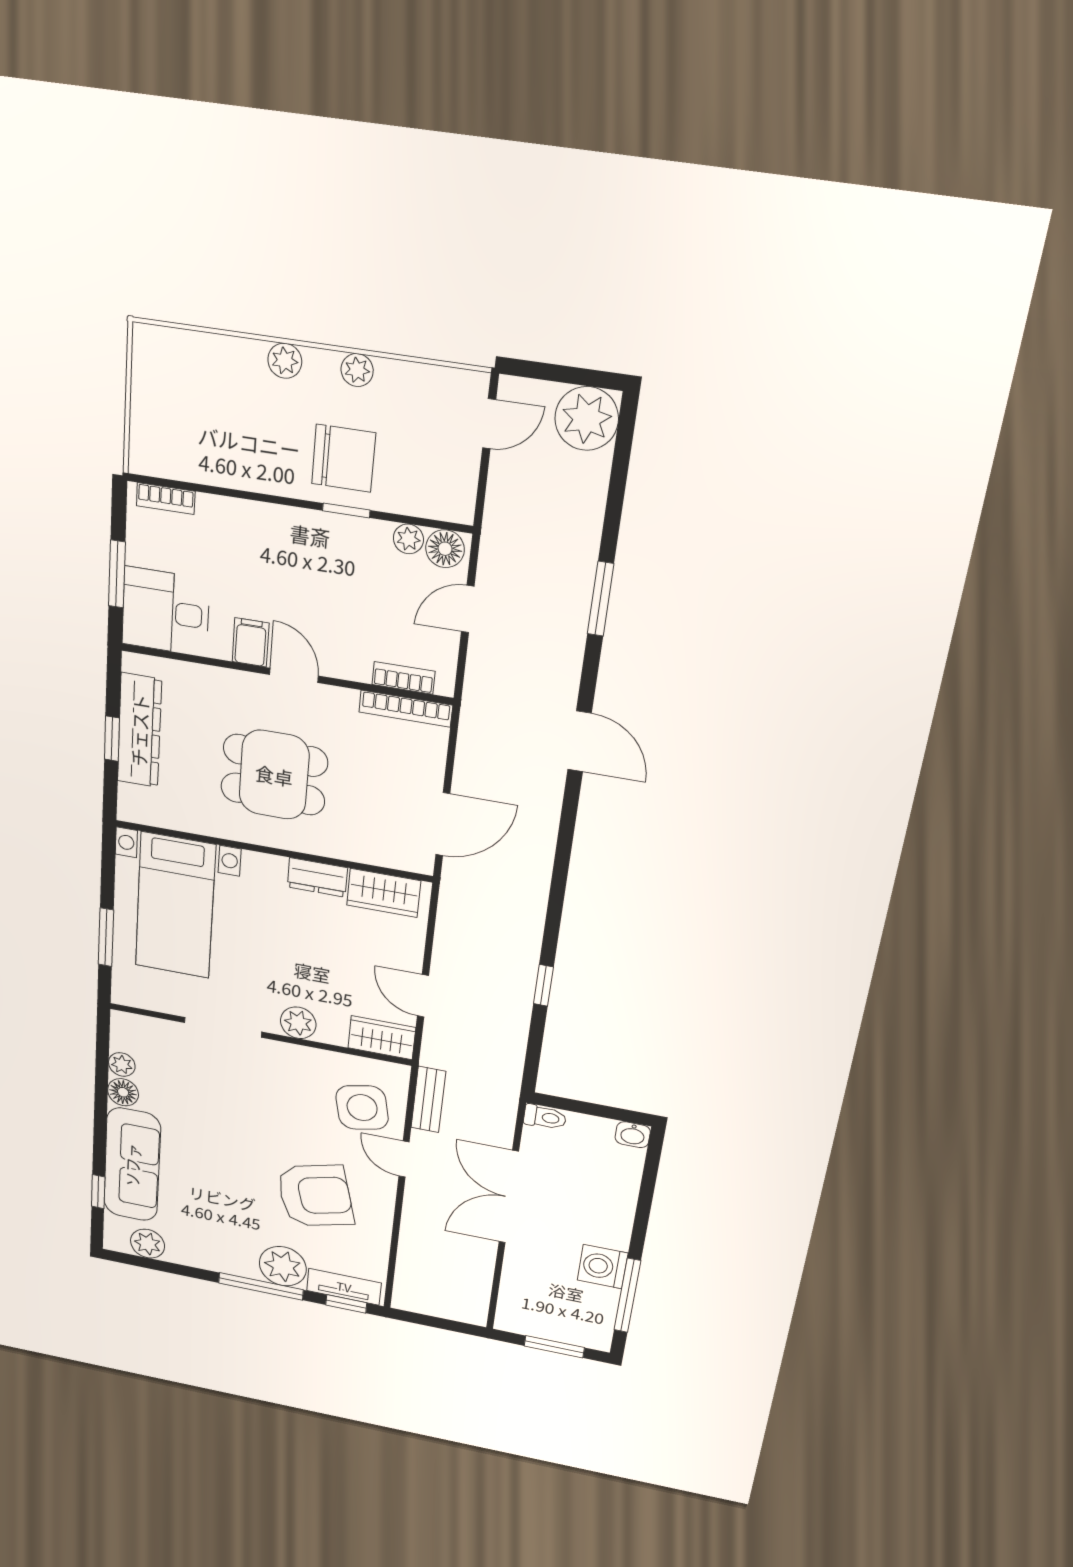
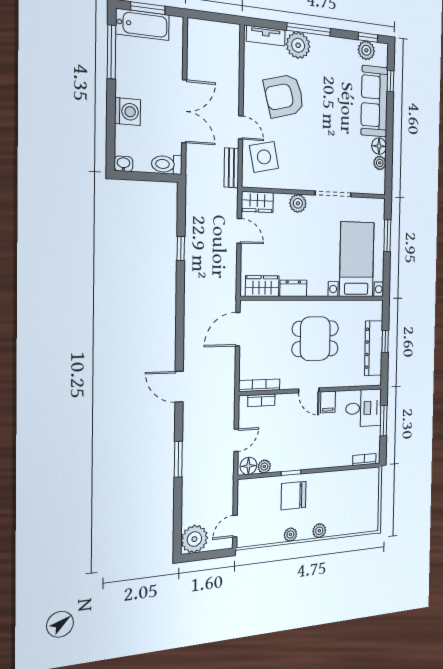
toilet: (545, 1117) -> (167, 164), width x1.37, depth x1.39
washing machine: (603, 1267) -> (128, 112), moved
window: (346, 1304) -> (368, 37), moved
bathtub: (567, 1326) -> (142, 24), added

